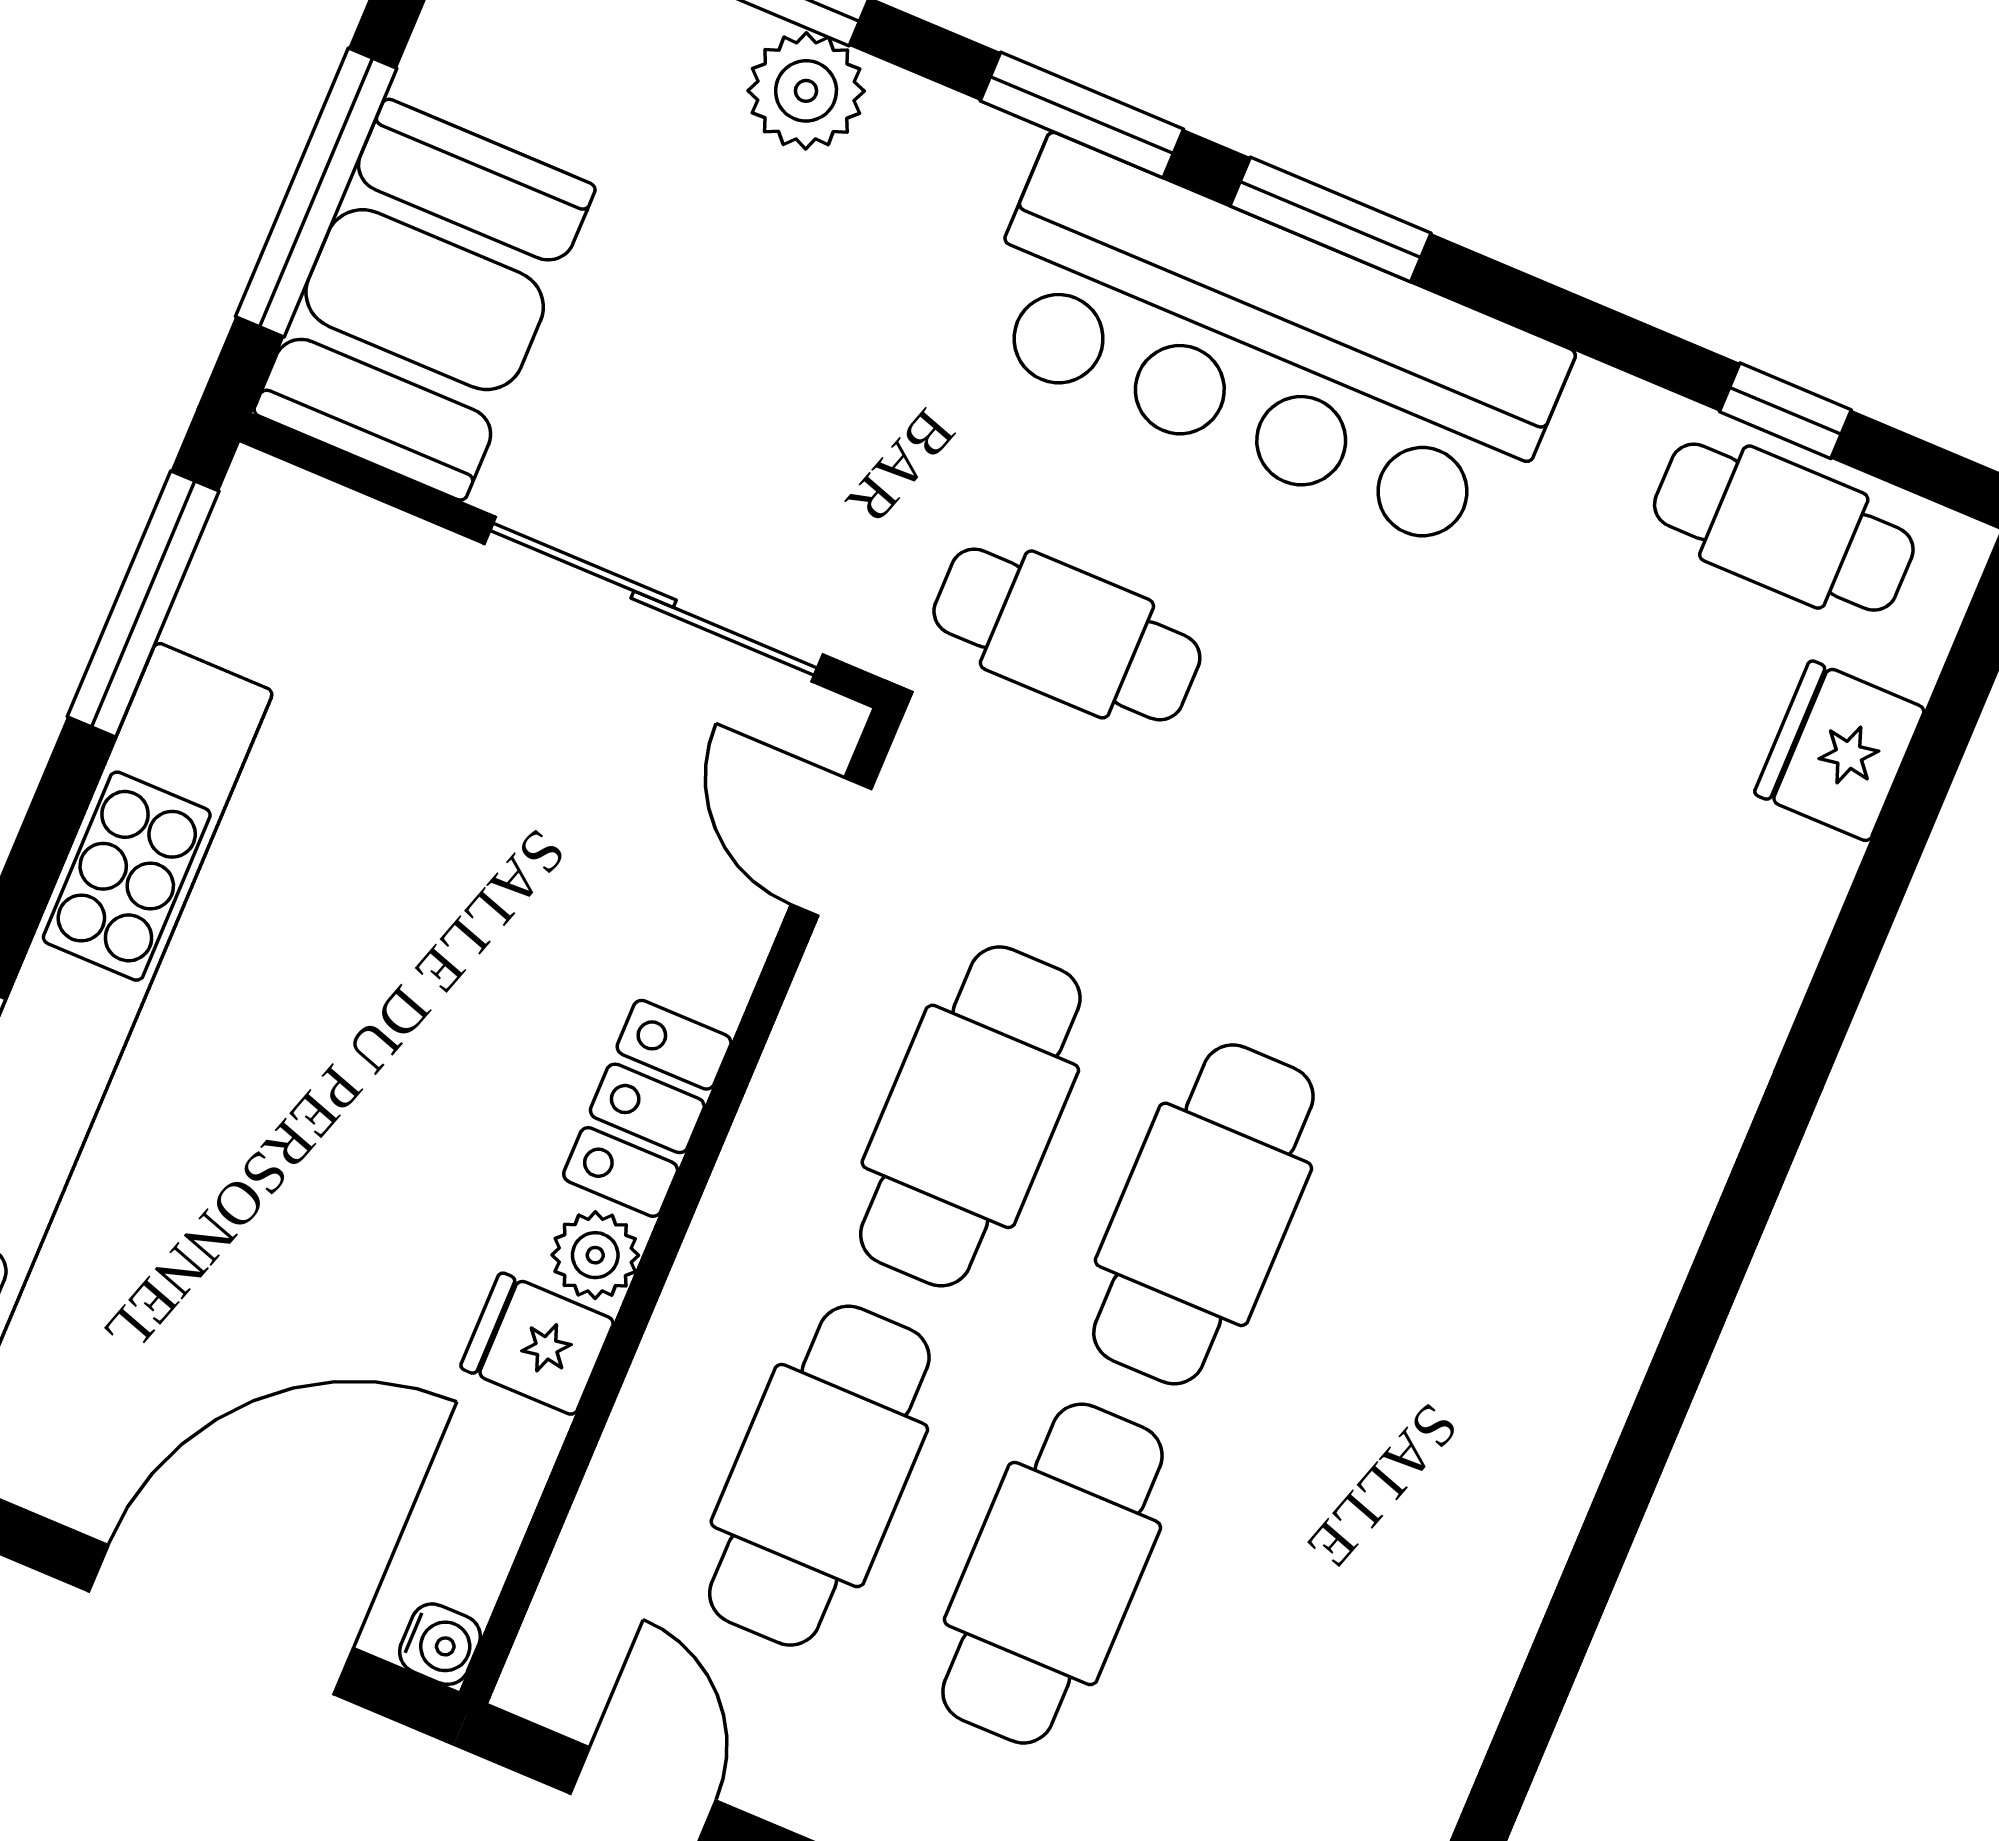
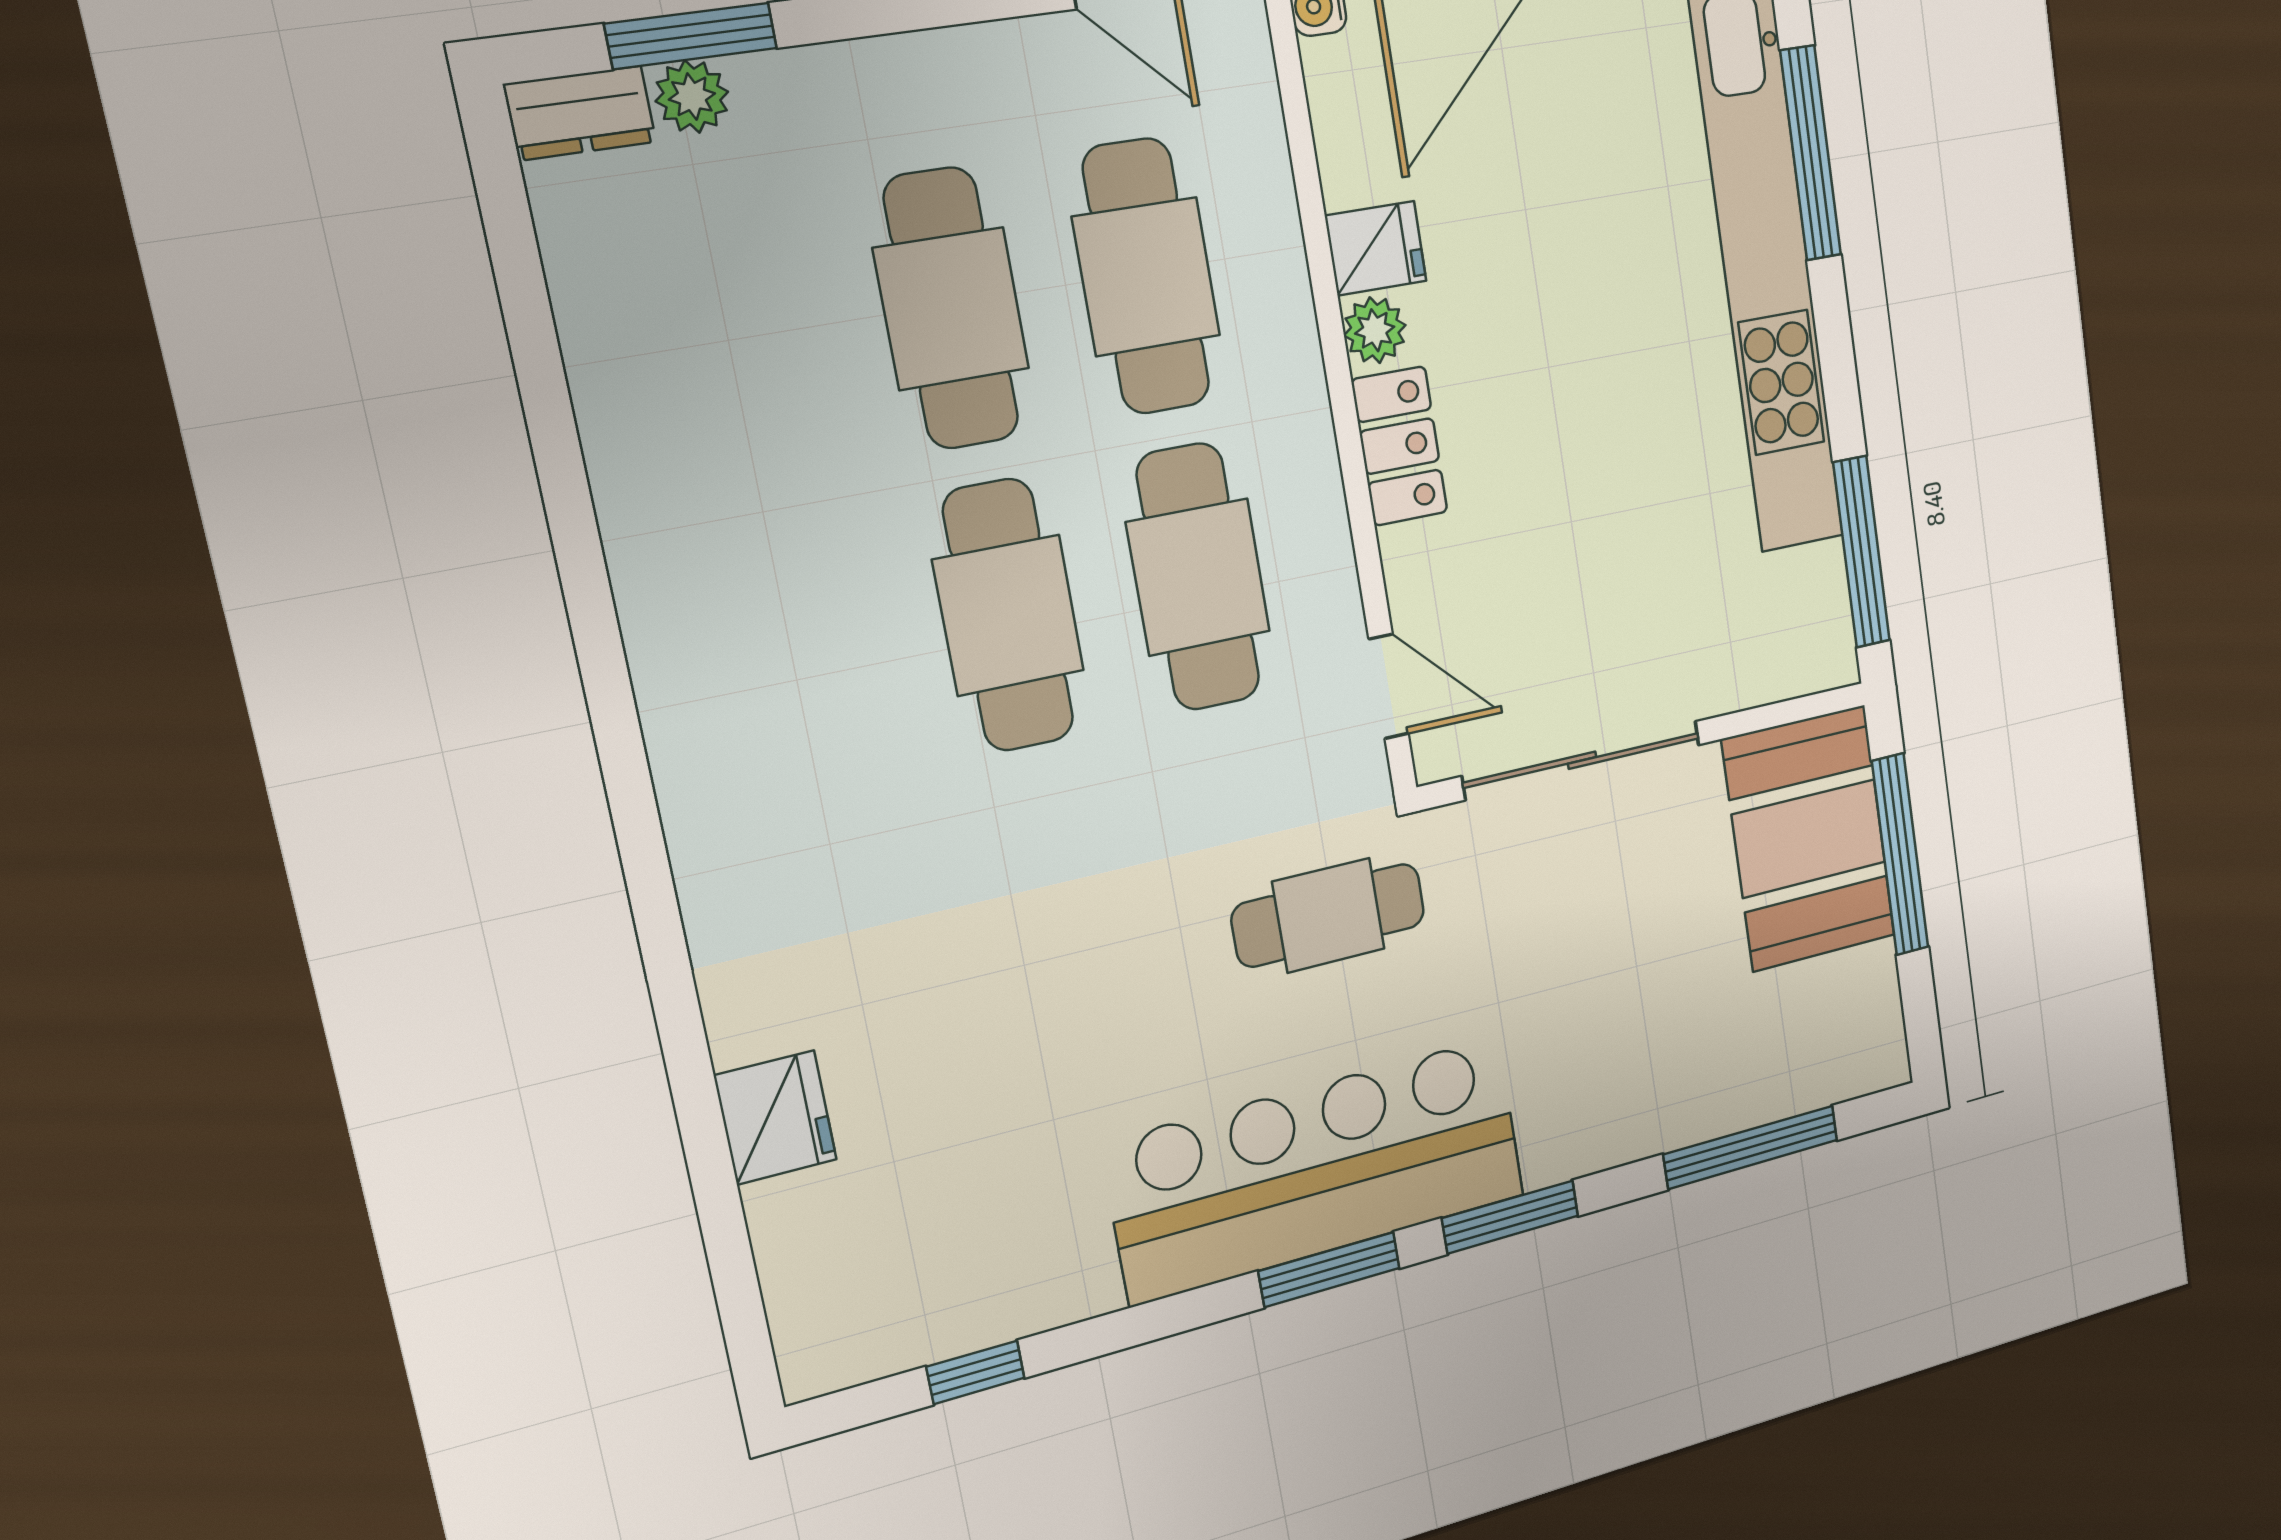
plant: (806, 91) -> (1672, 1112), removed
cafe table: (1784, 527) -> (927, 1305), removed
fridge: (1840, 751) -> (776, 1118), moved

